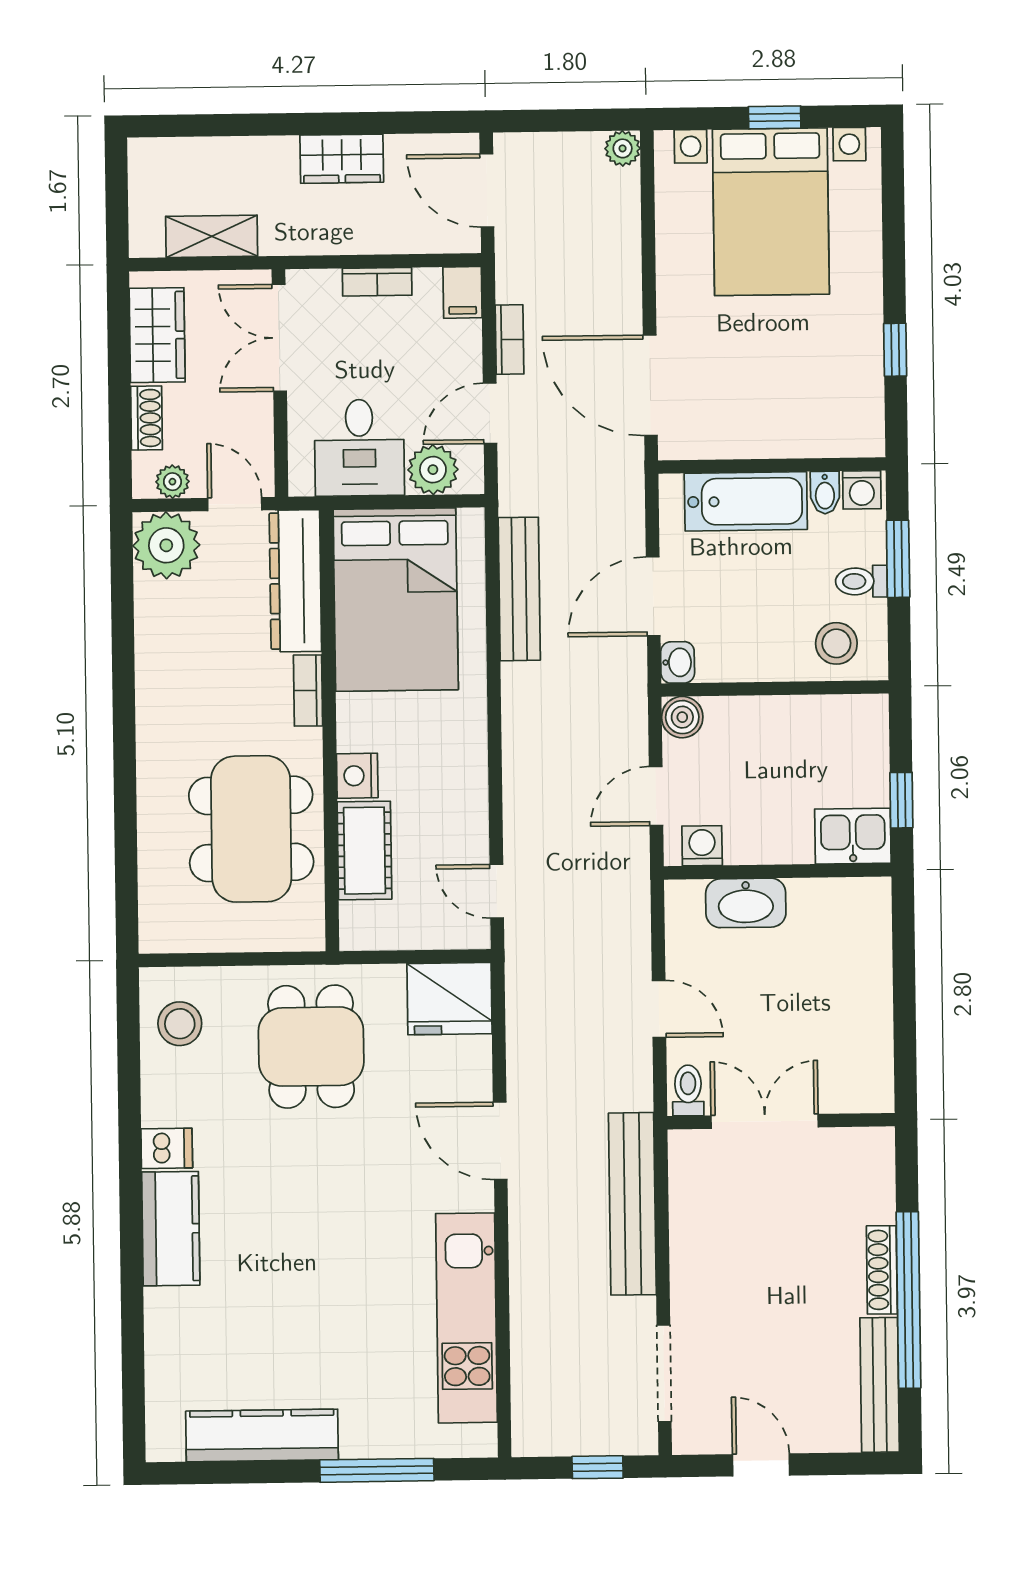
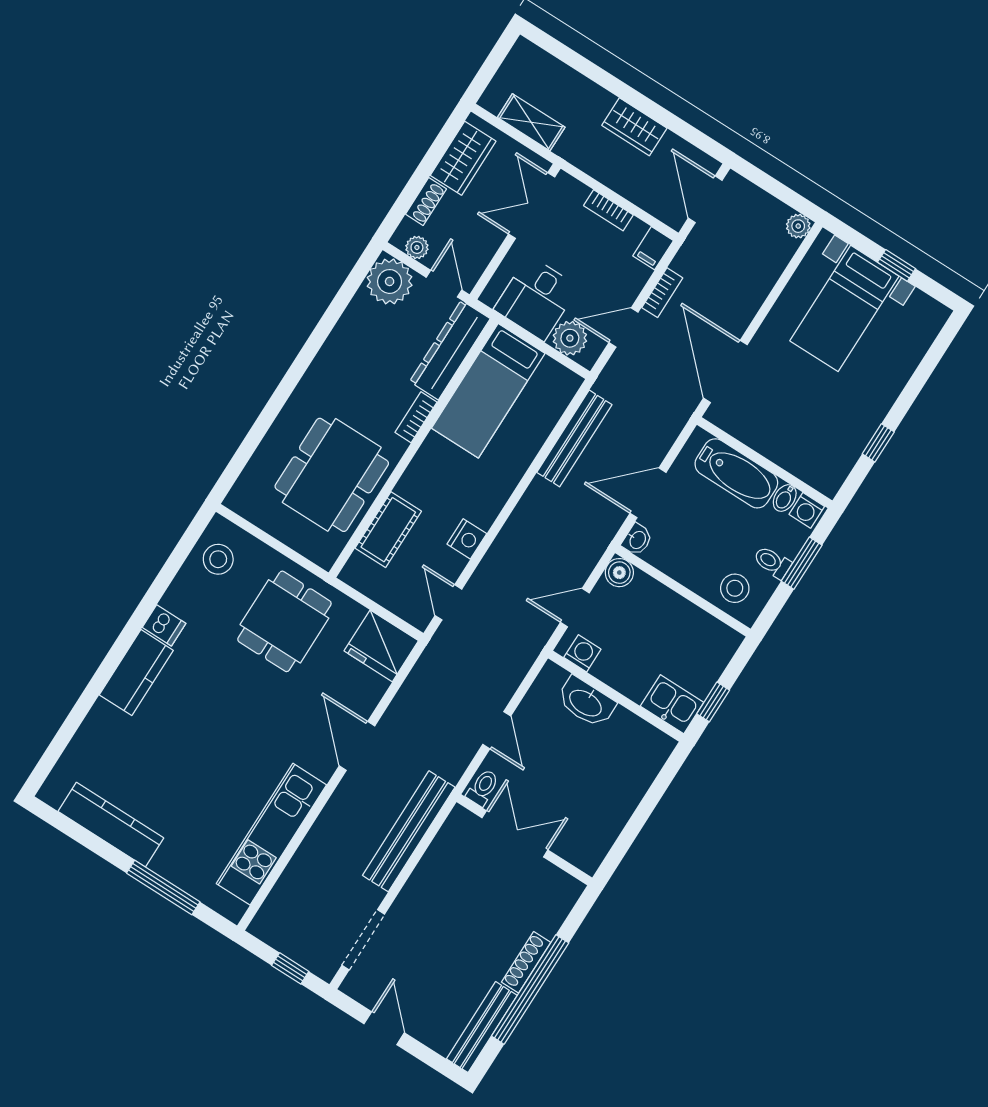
bed with nightstands: (771, 212) -> (844, 308), width x0.73
bed: (396, 600) -> (488, 391), width x0.67
nightstand: (357, 776) -> (467, 539), moved, turned 180

